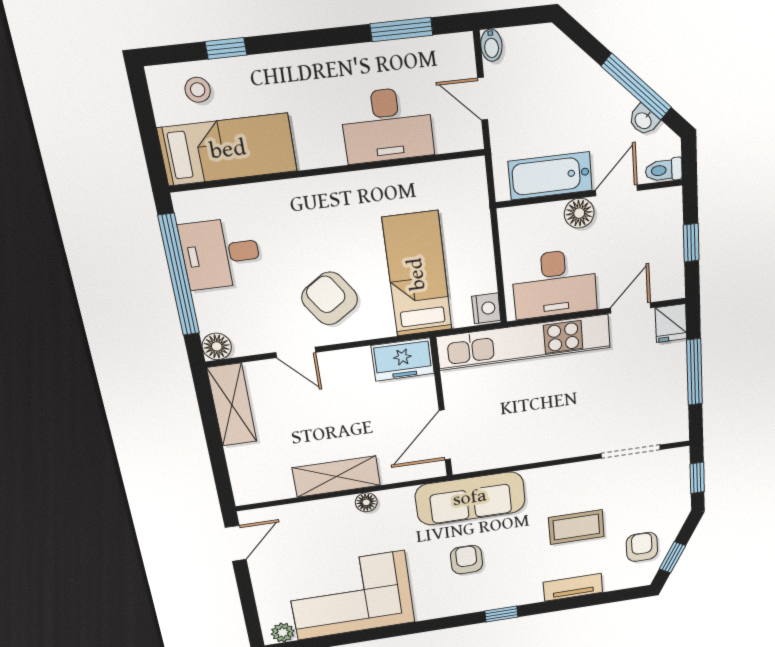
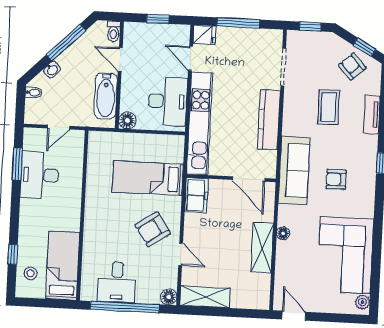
bidet: (491, 45) -> (34, 93), moved
washbasin: (644, 120) -> (52, 70), moved
desk: (387, 125) -> (40, 175), moved, turned 180
floor lamp: (579, 213) -> (127, 120), moved
nightstand: (486, 308) -> (175, 143), removed
door: (296, 352) -> (181, 254), hinge flipped
kitchen counter: (545, 447) -> (269, 120), added
armchair: (642, 547) -> (352, 67), turned 48

